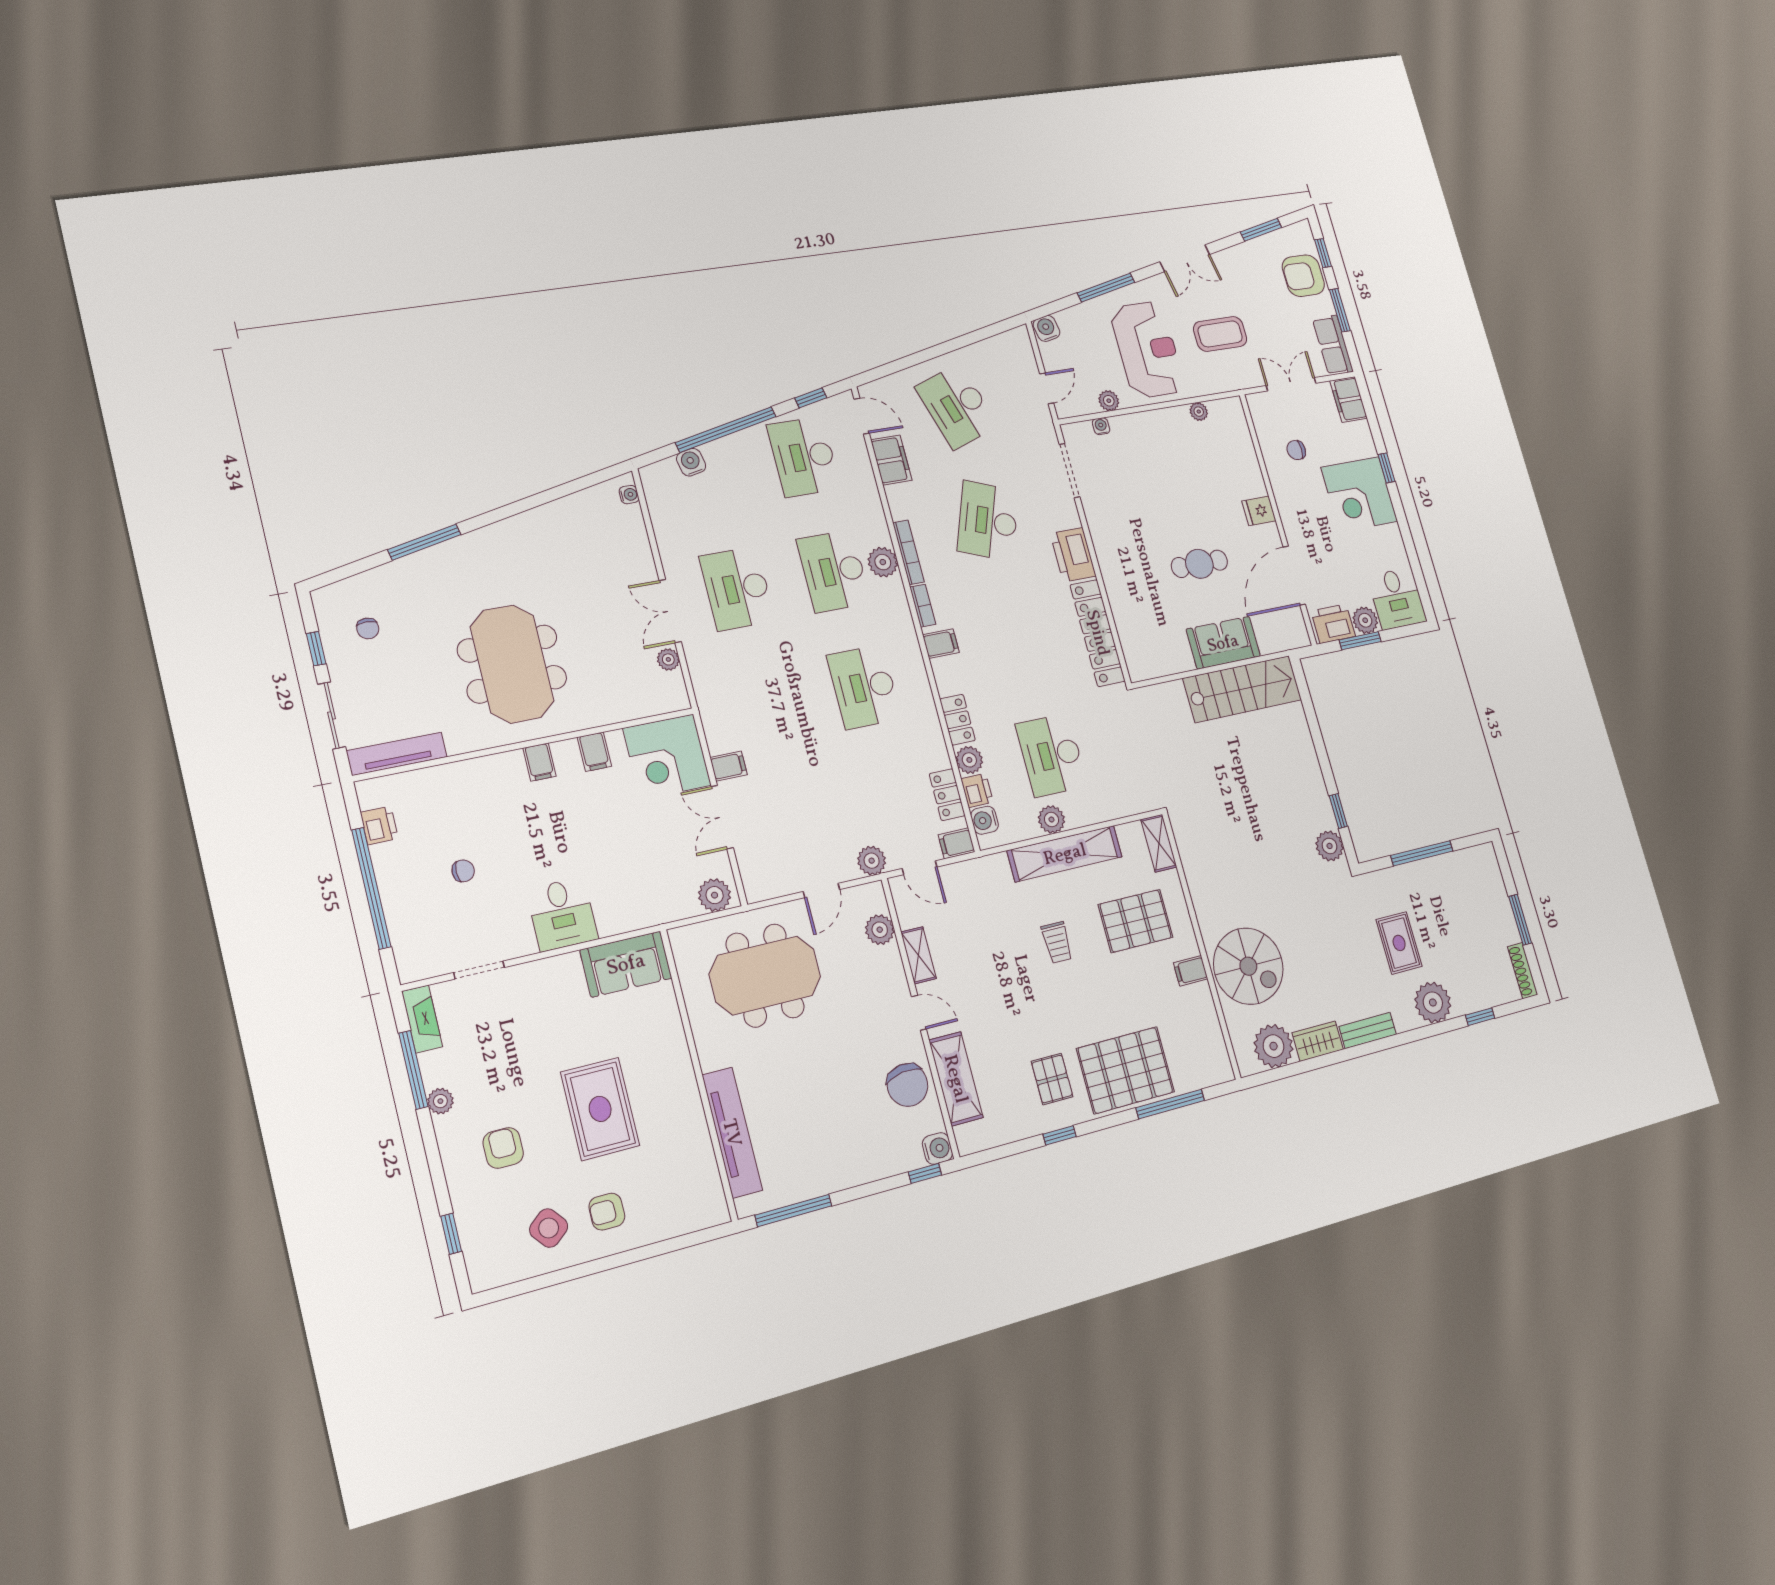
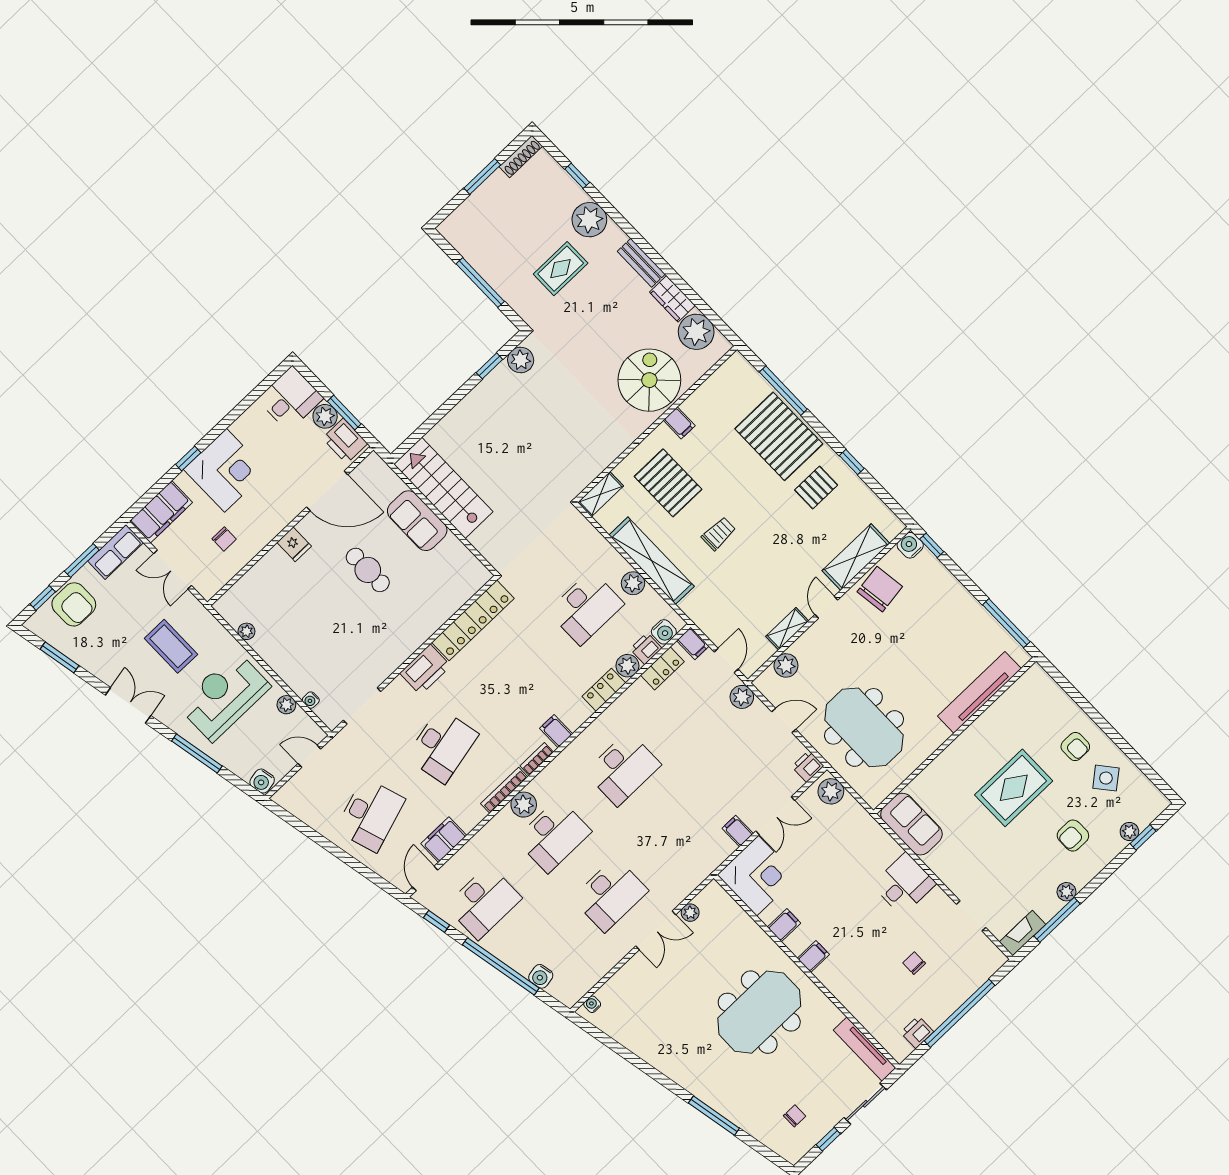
filing cabinet: (1349, 399) -> (161, 512), width x1.50, depth x1.17
desk: (988, 521) -> (442, 746), turned -33
printer: (757, 886) -> (808, 766), added
plant: (468, 1221) -> (1129, 832), added

